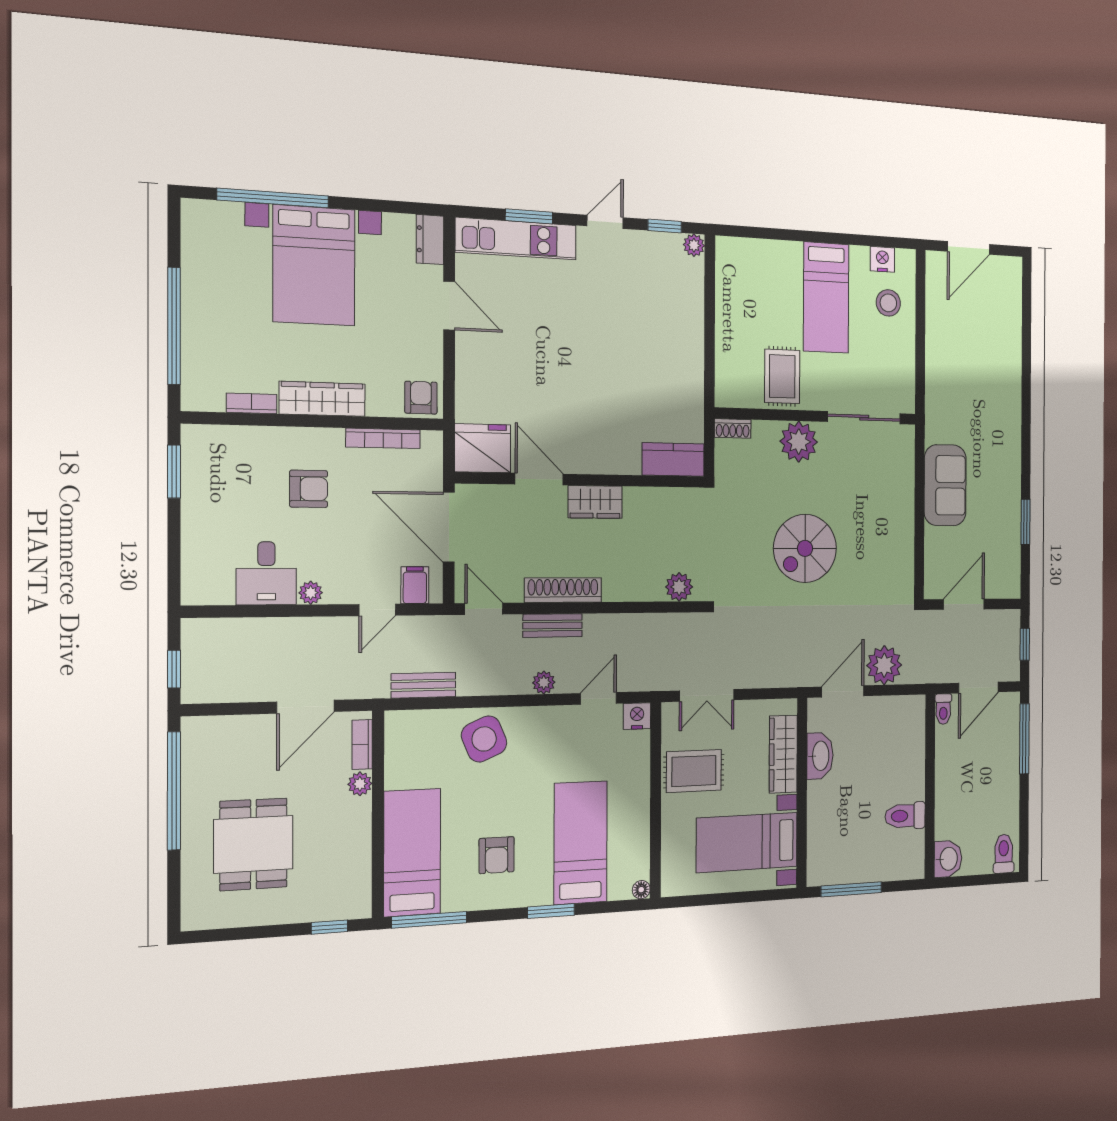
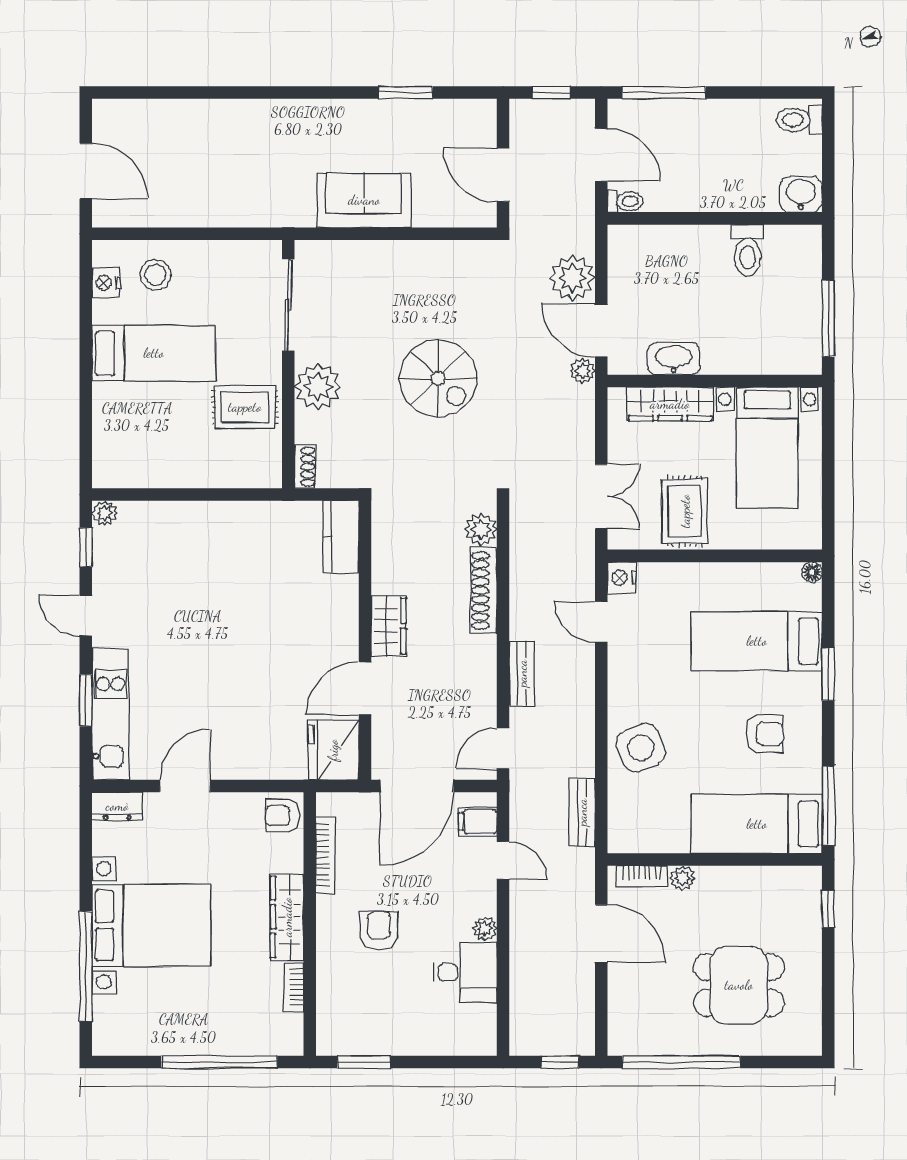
shoe rack: (563, 590) -> (484, 590), moved
plant: (544, 682) -> (583, 371), moved

